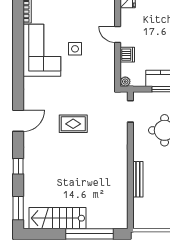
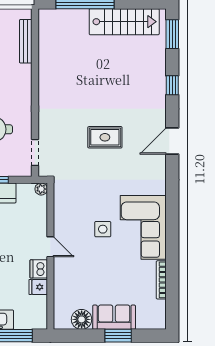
dishwasher: (127, 55) -> (39, 269), moved
bench: (138, 179) -> (26, 41), moved

